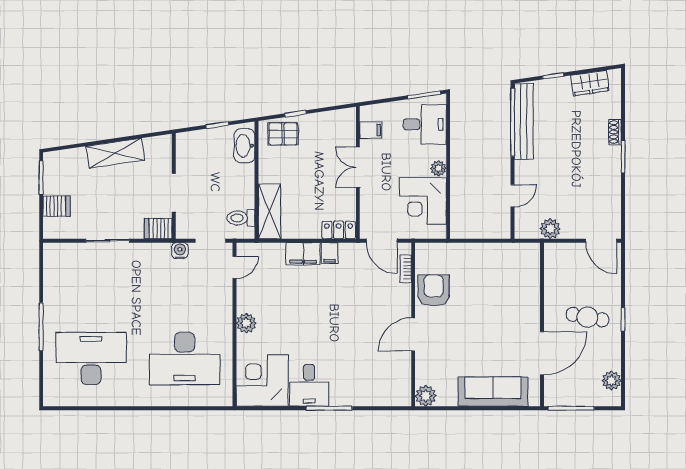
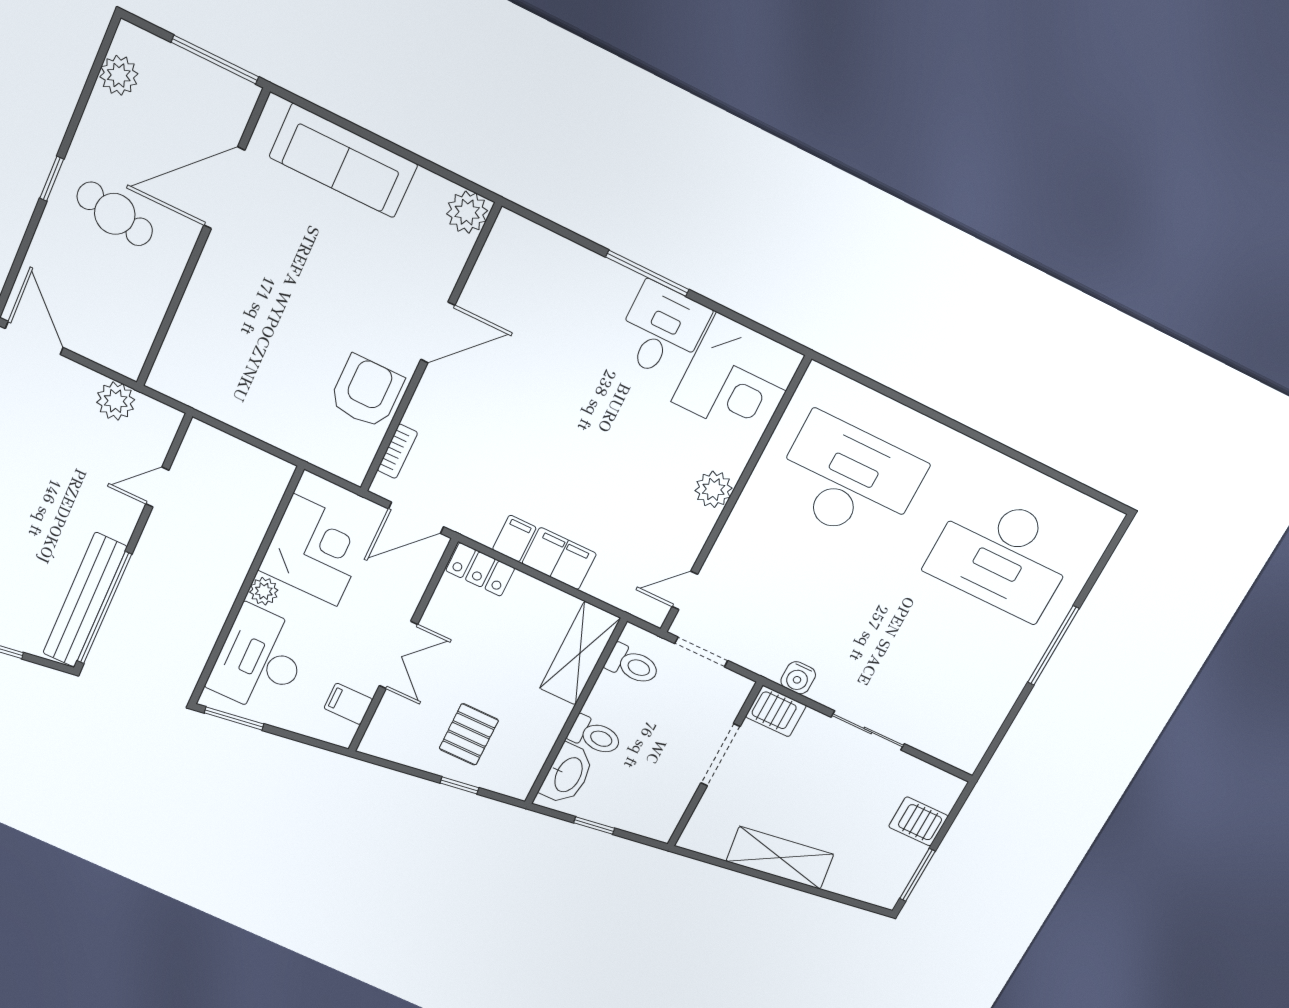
desk: (425, 124) -> (260, 660), width x1.37
pallet: (283, 134) -> (469, 734), moved, turned 90
toilet: (241, 173) -> (595, 736), added
door: (382, 241) -> (416, 518), swing flipped
water cooler: (180, 251) -> (798, 678), moved
armchair: (434, 290) -> (366, 392), turned 180

